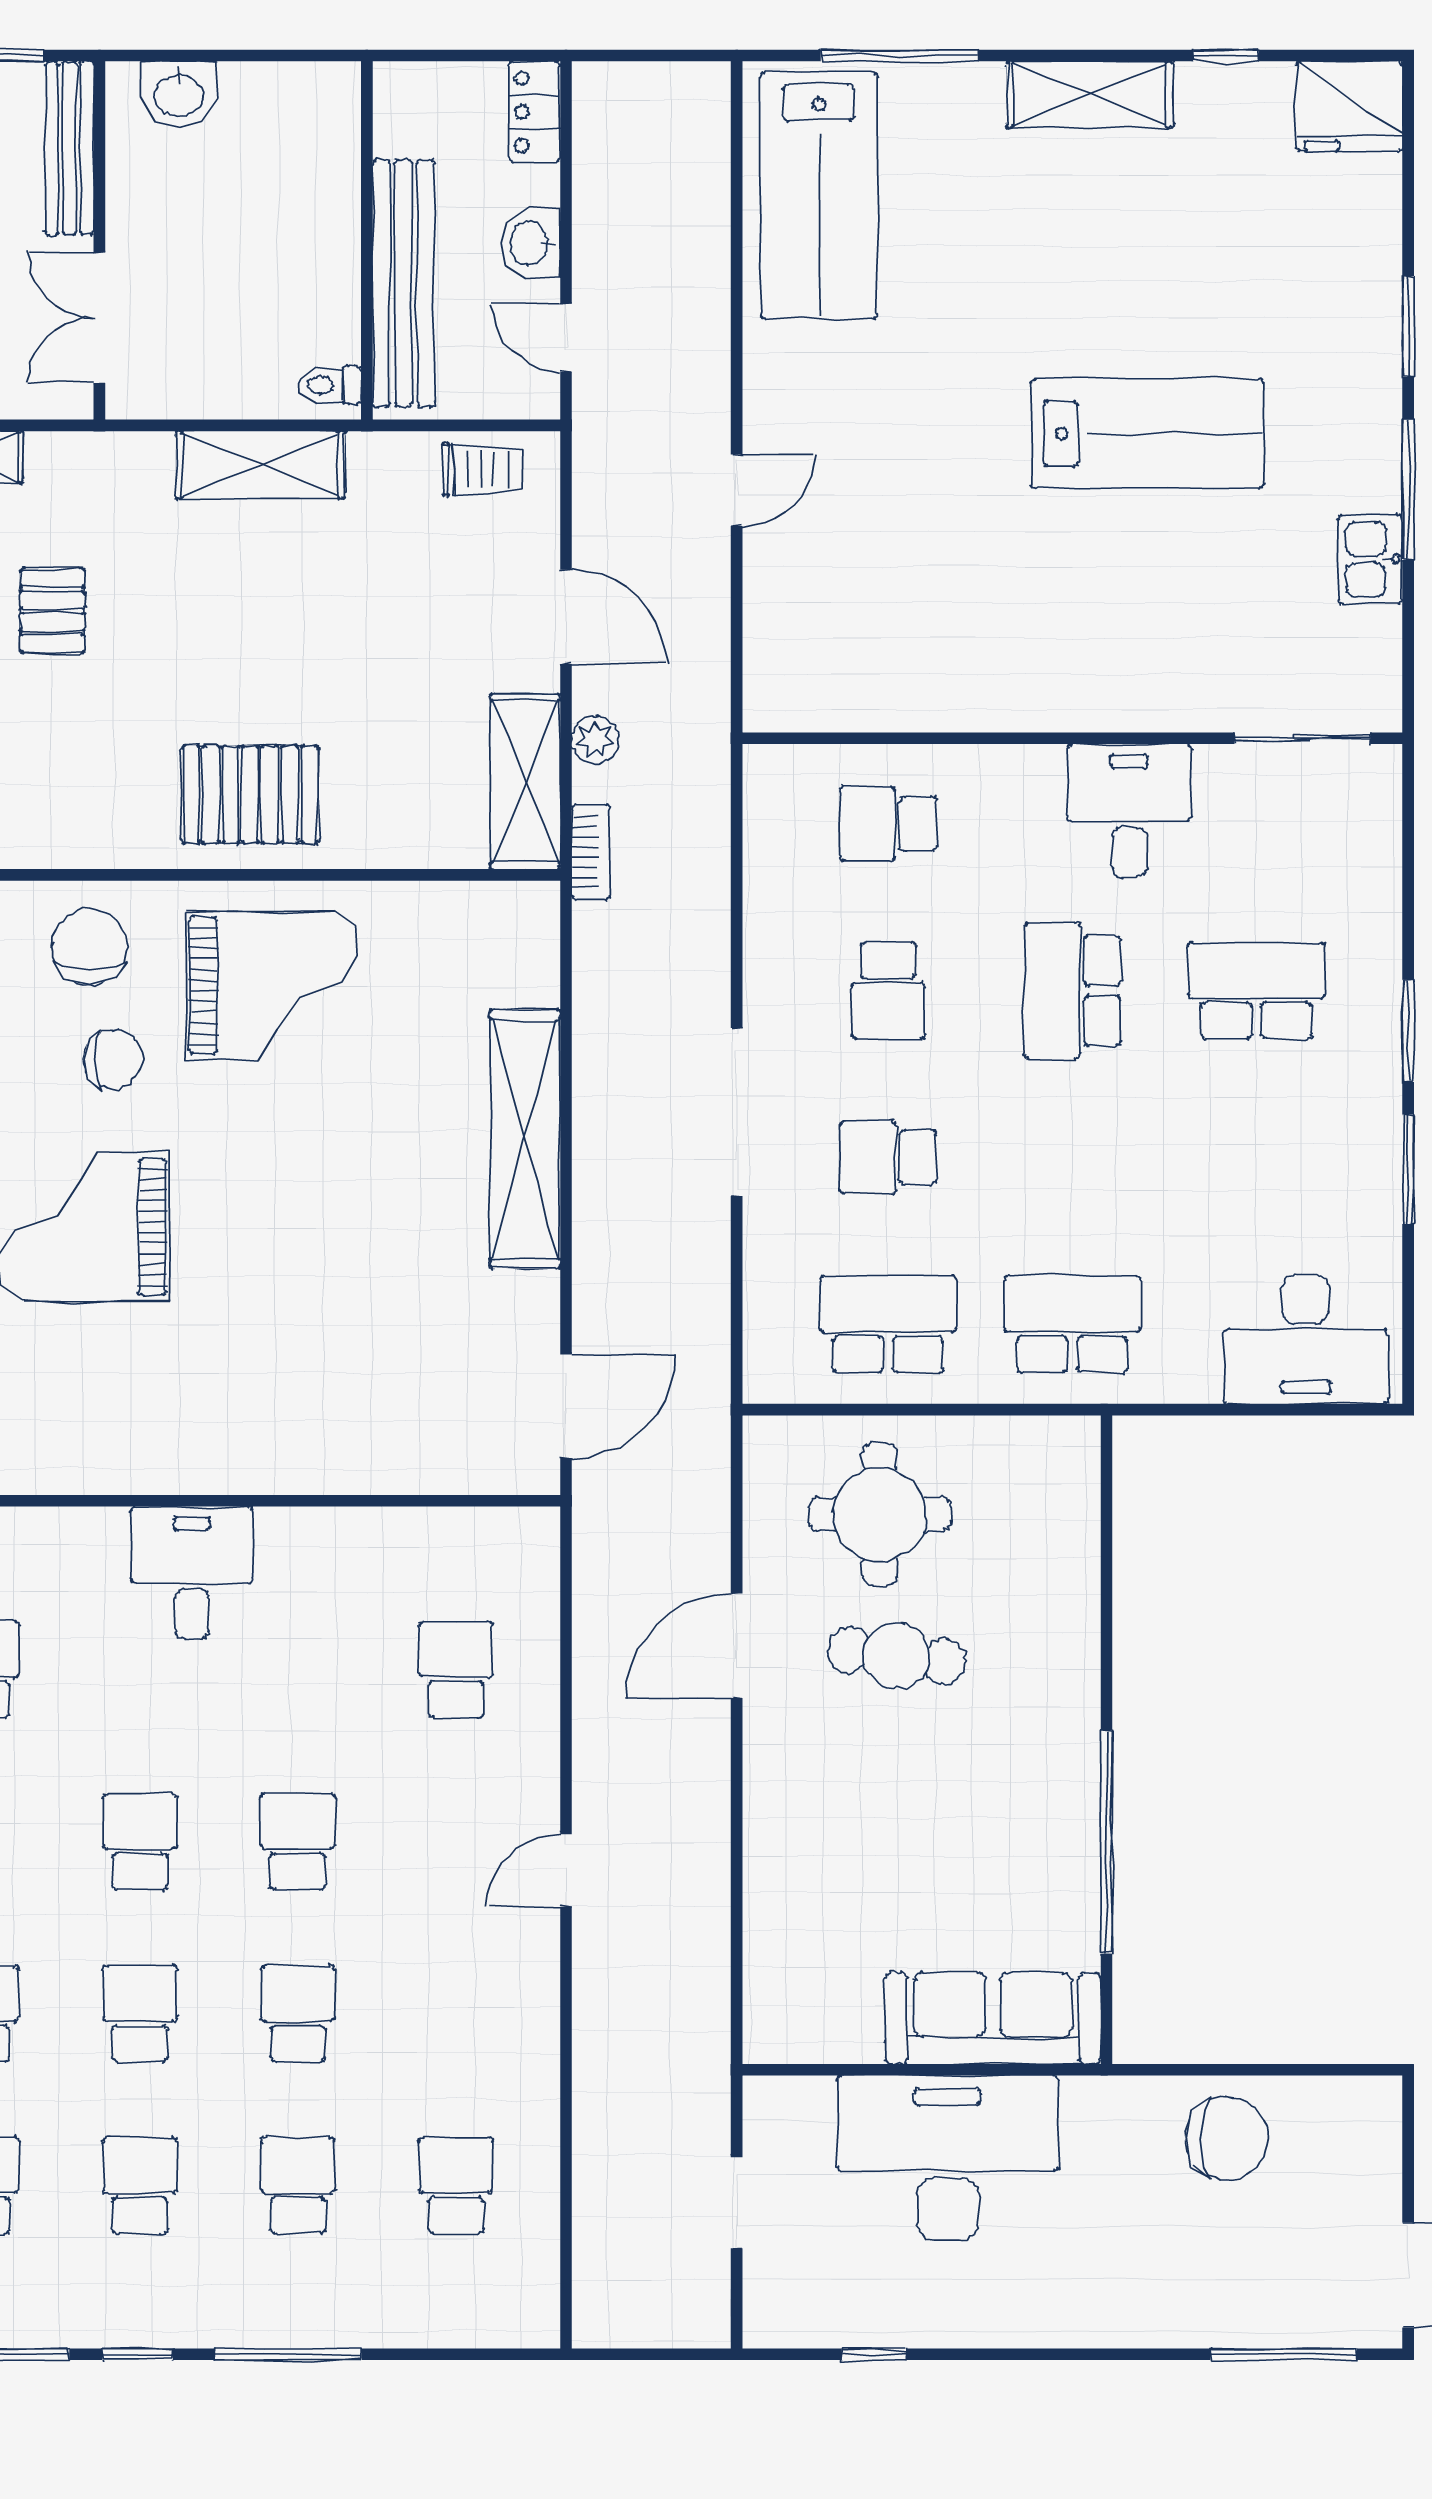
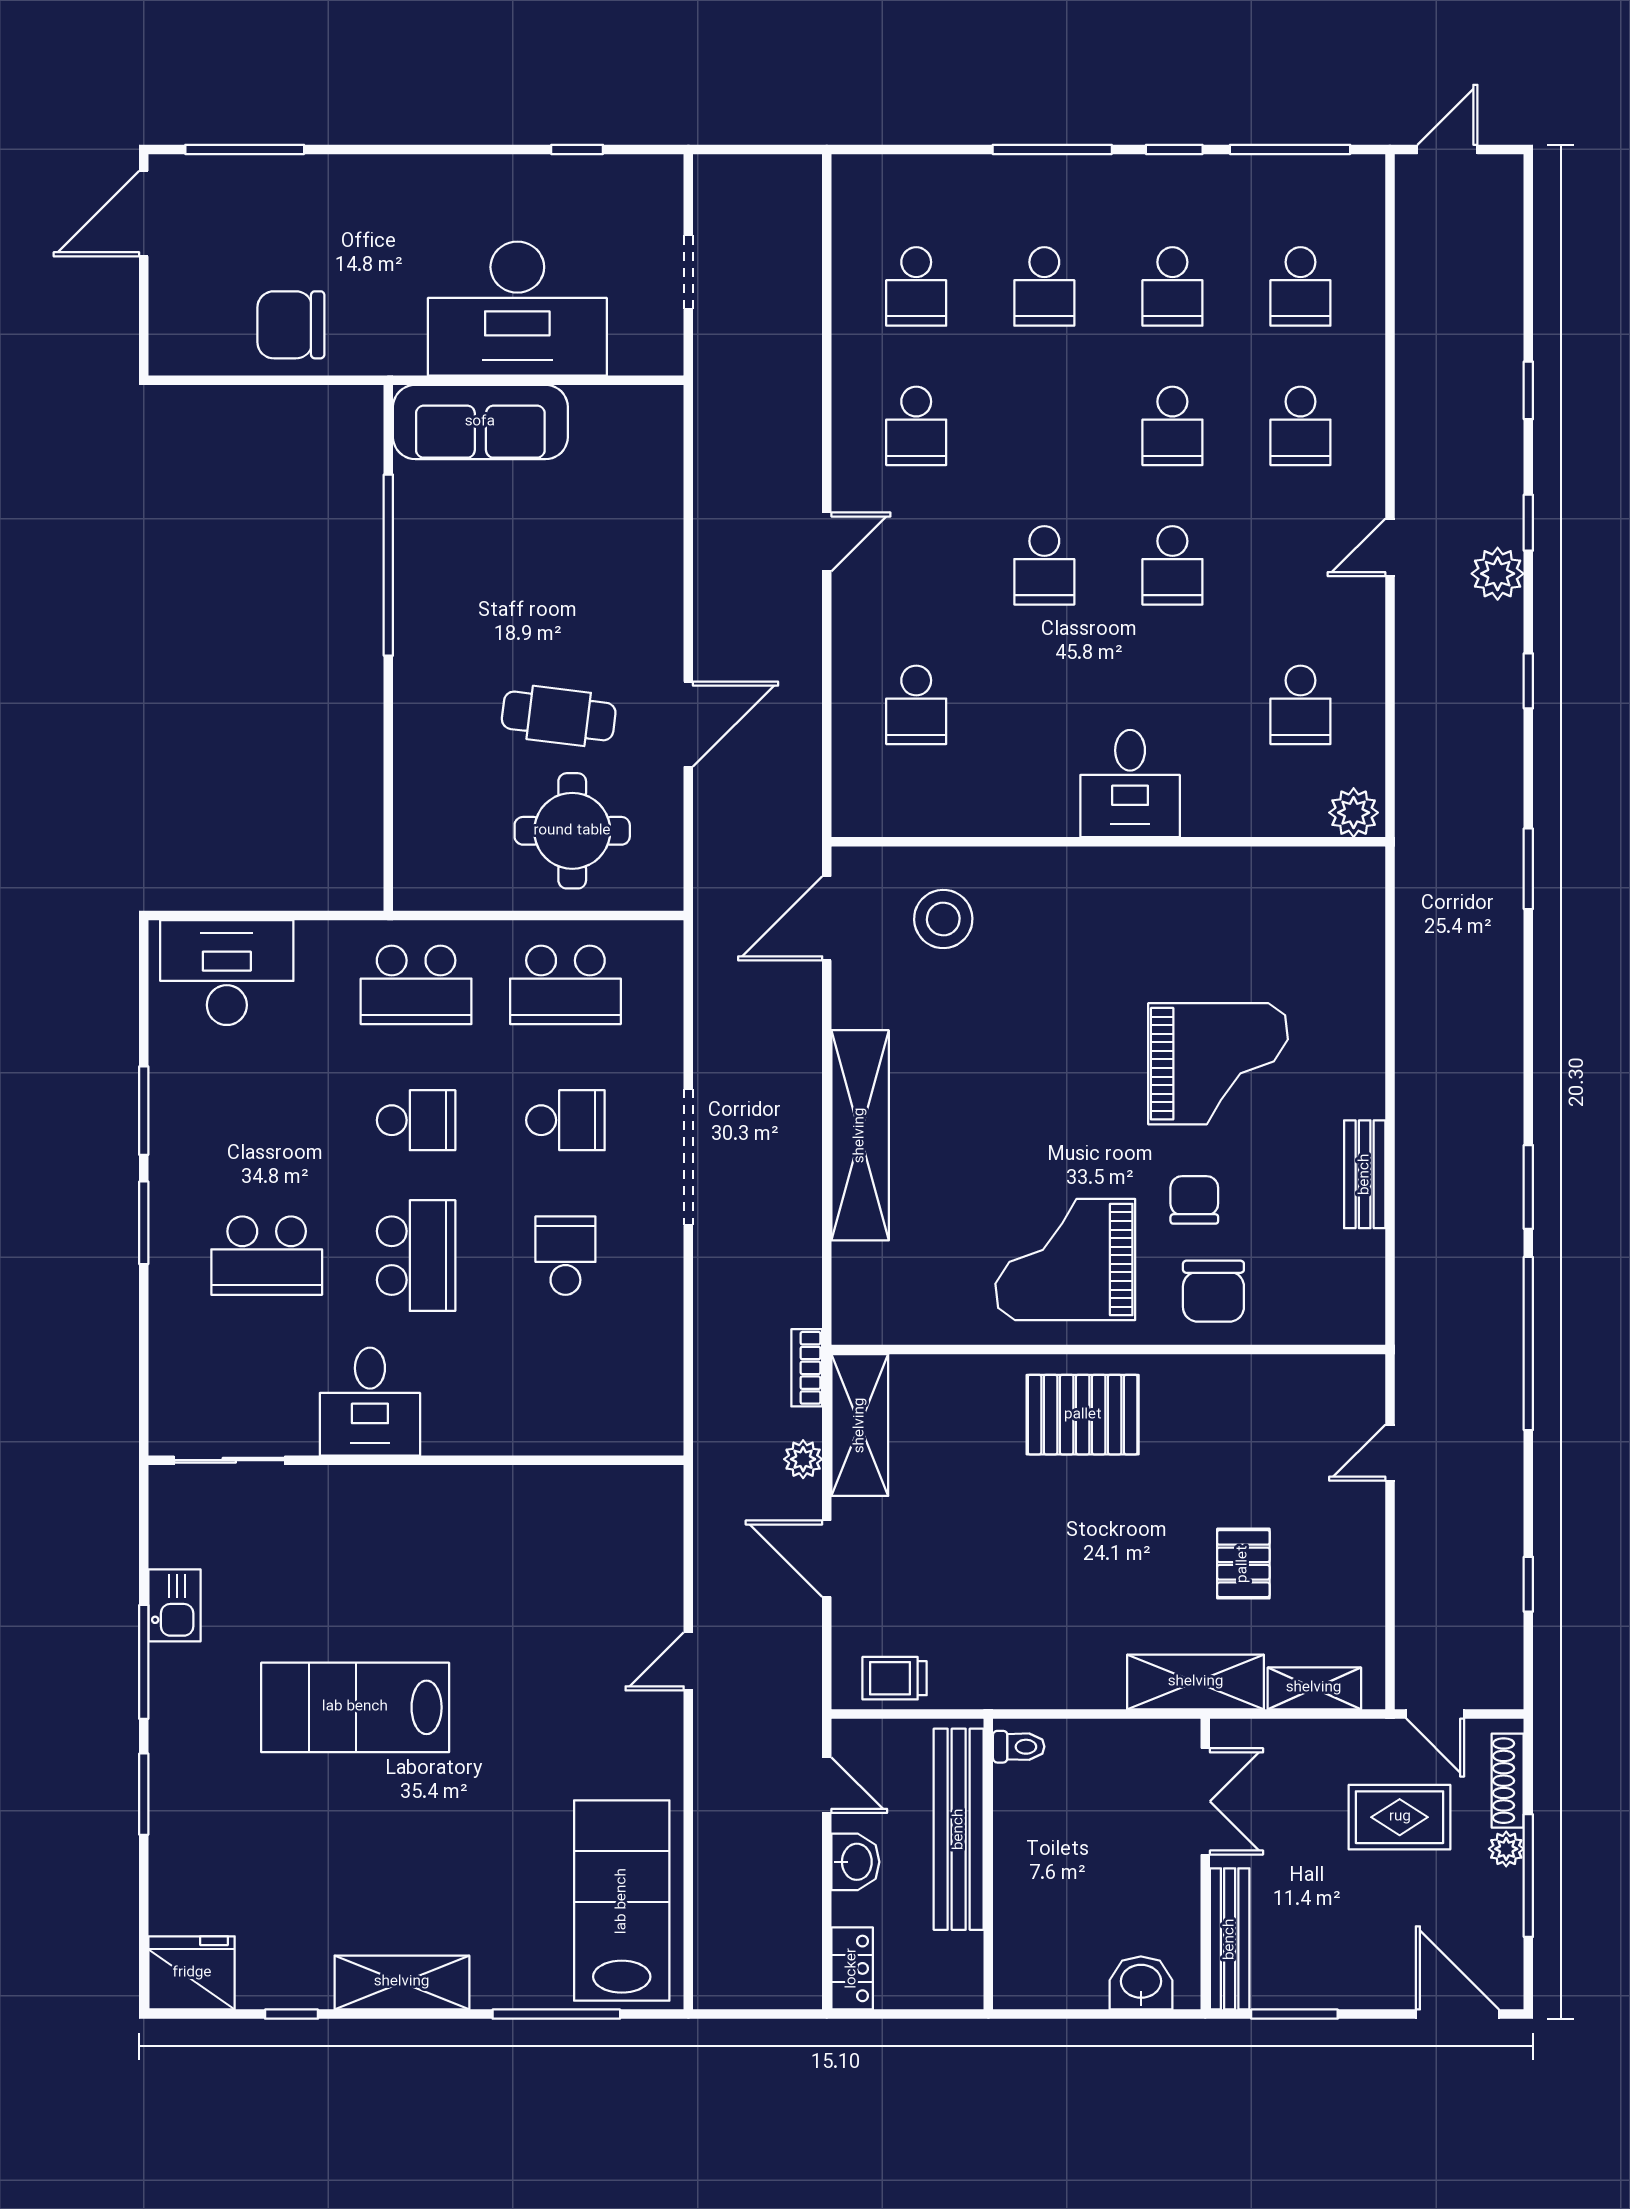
shelving: (260, 465) -> (1196, 1682), moved
school desk: (888, 824) -> (416, 1120), moved
chair: (113, 1059) -> (1194, 1200), turned 90
stool: (422, 1405) -> (943, 919), added
school desk: (298, 2013) -> (916, 426), moved

